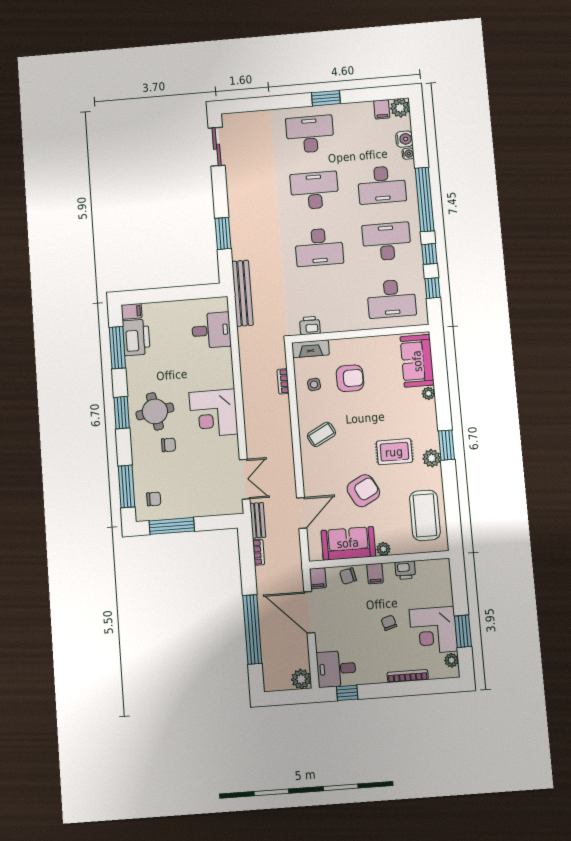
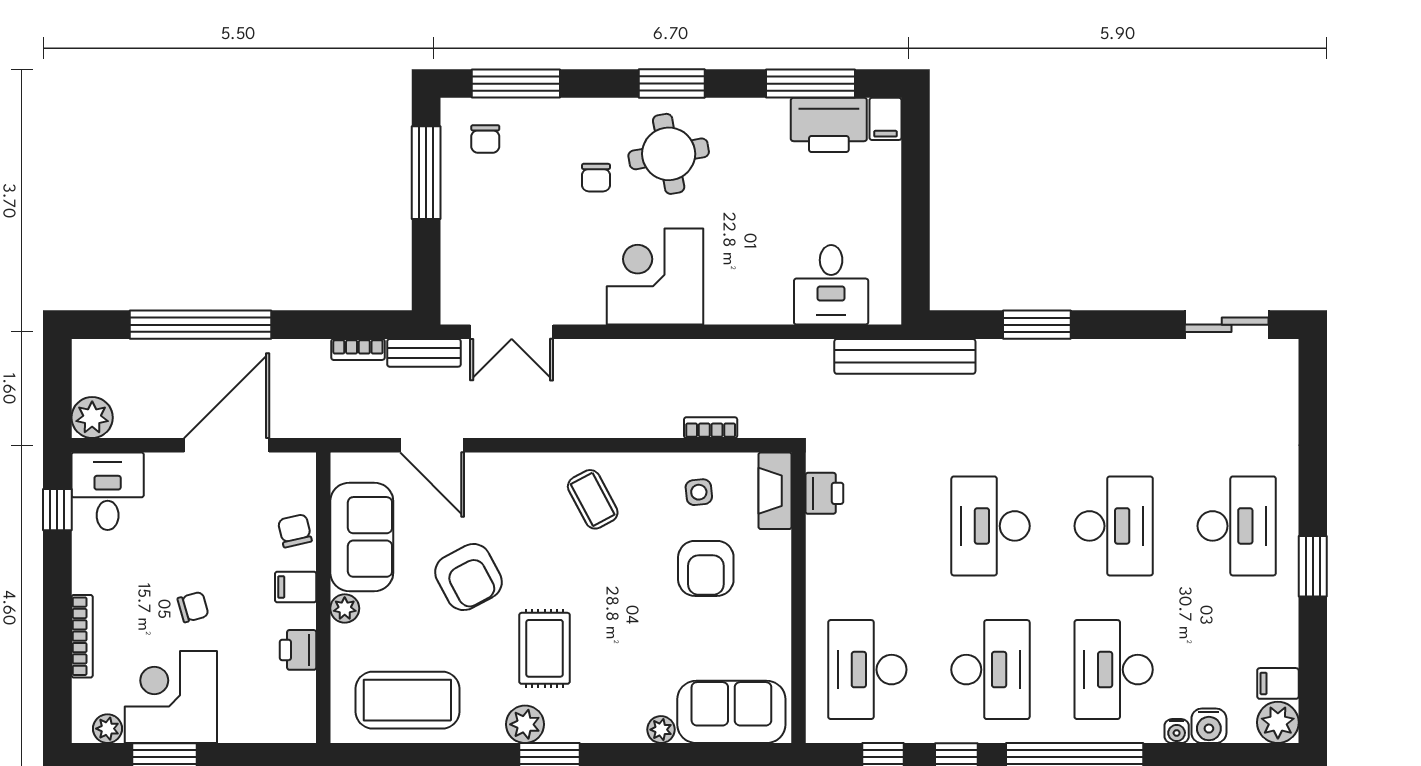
filing cabinet: (318, 578) -> (295, 468), removed

